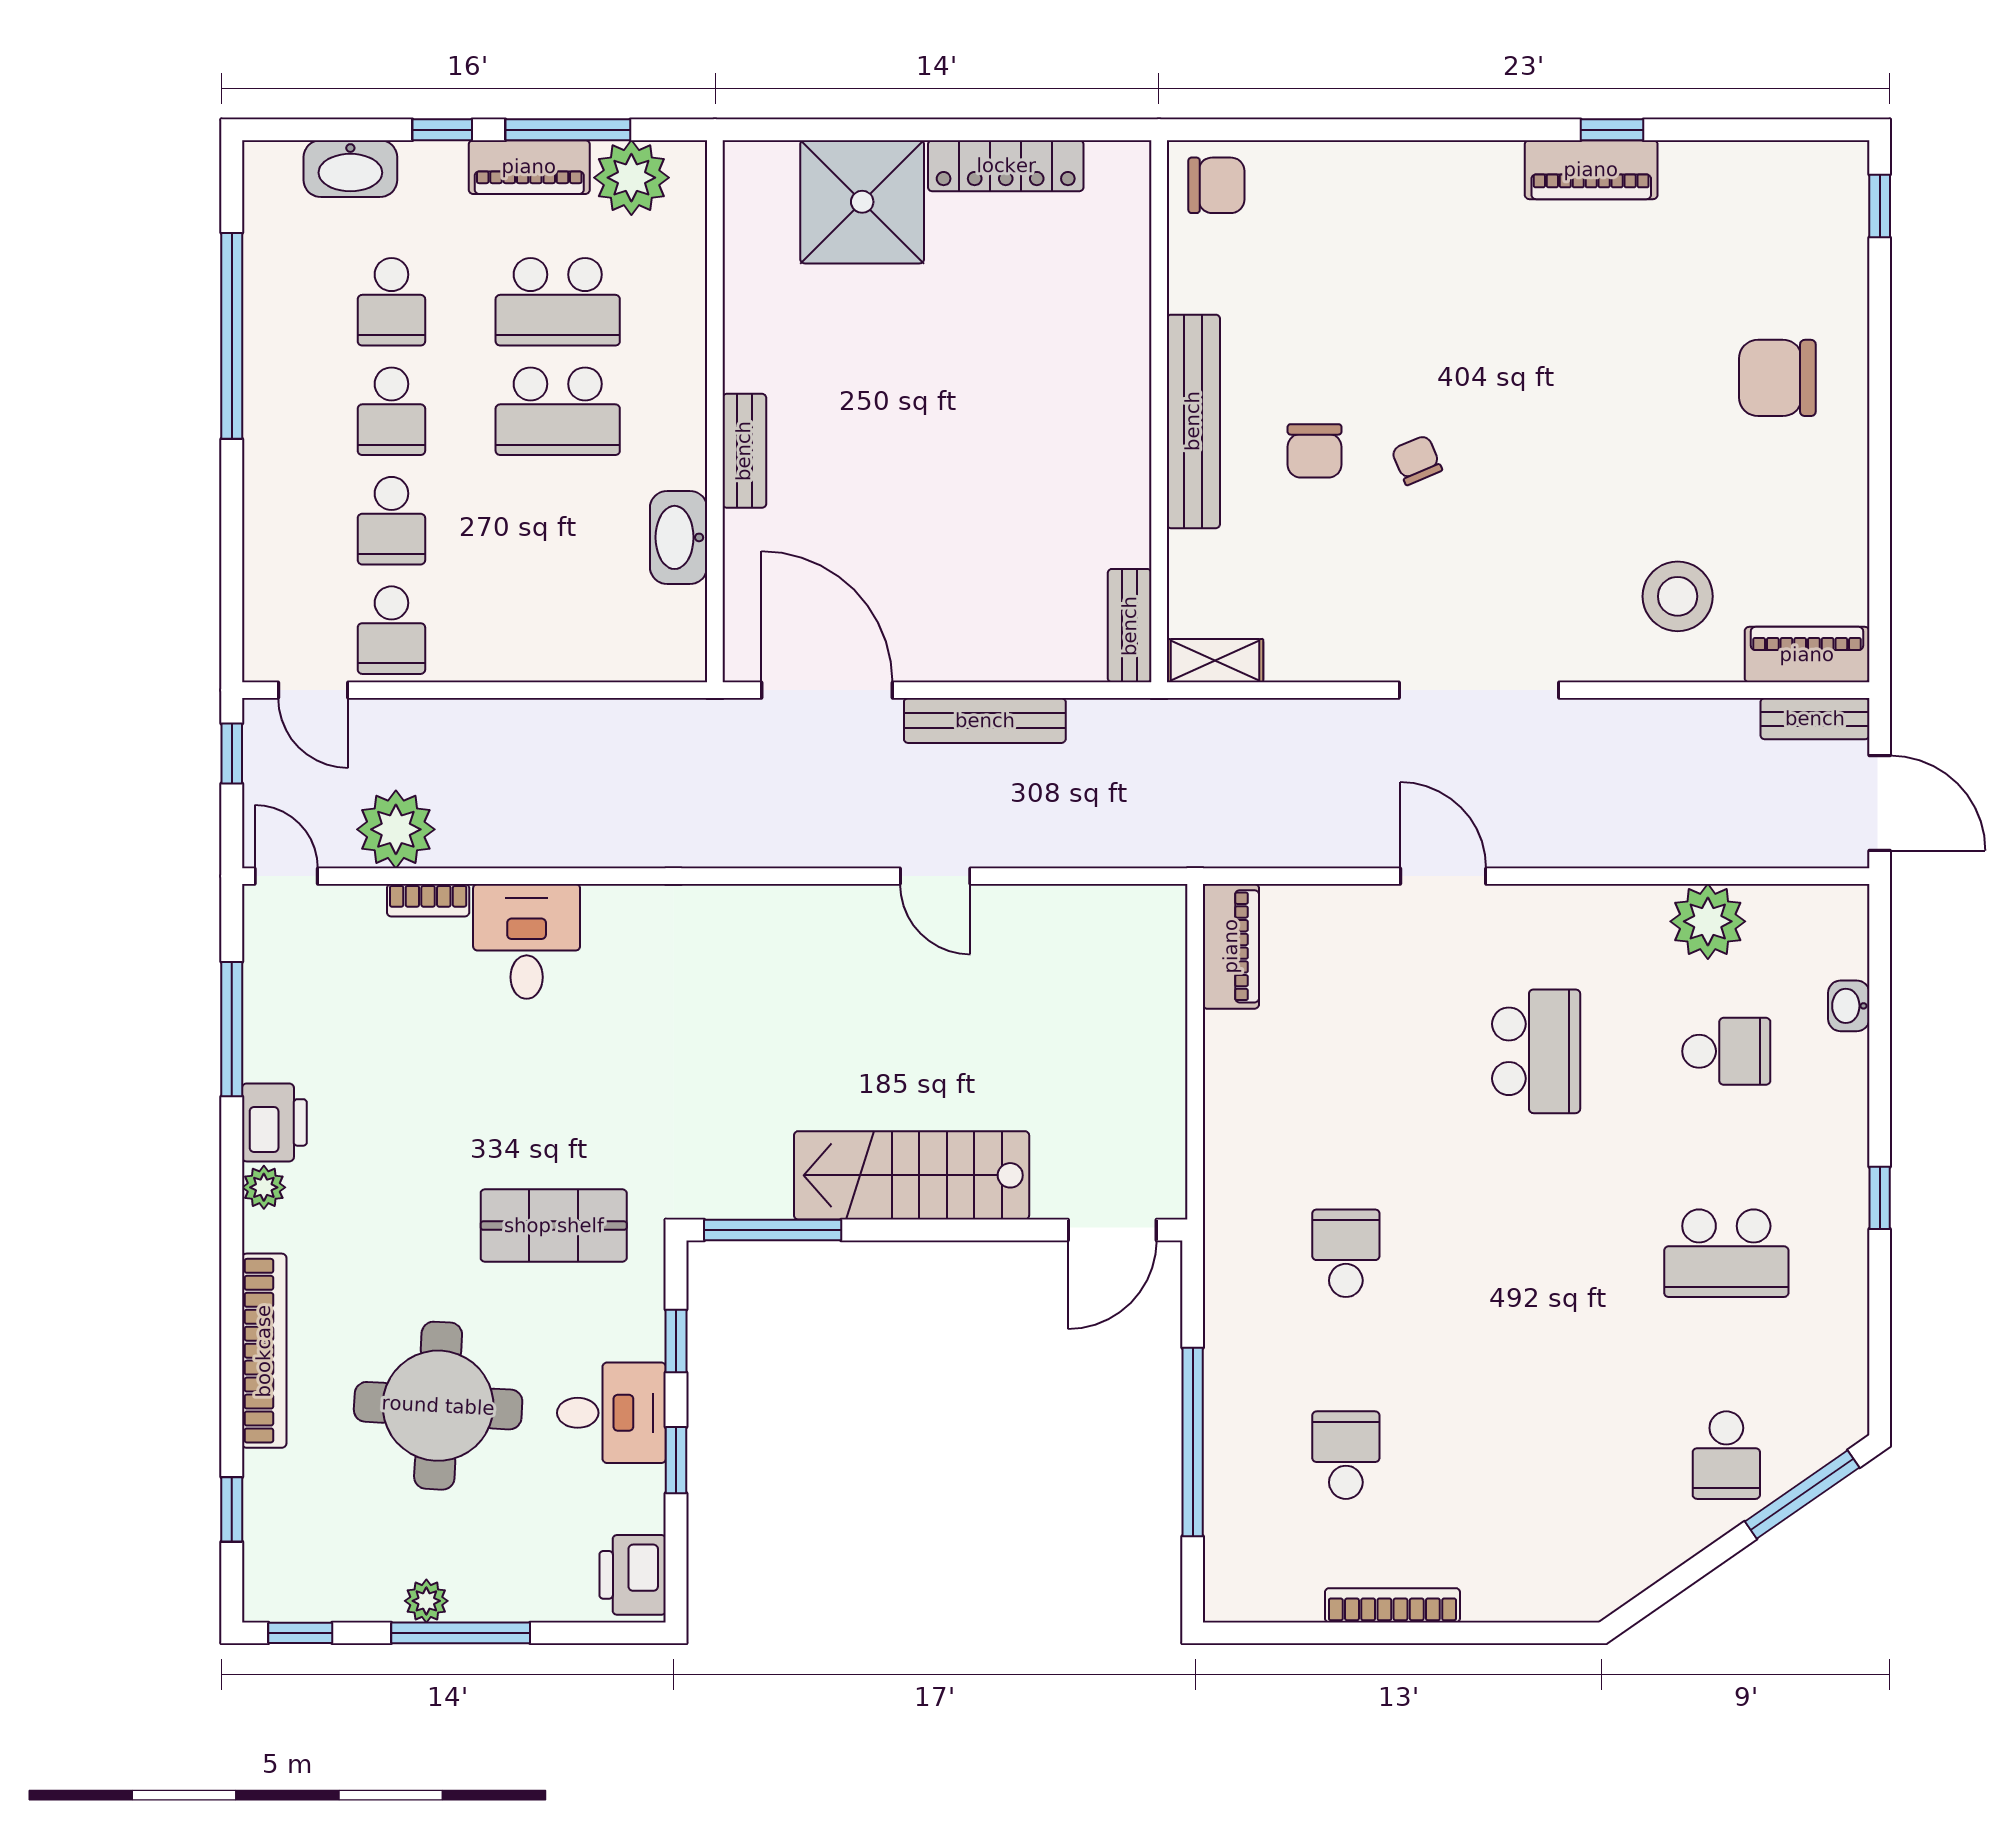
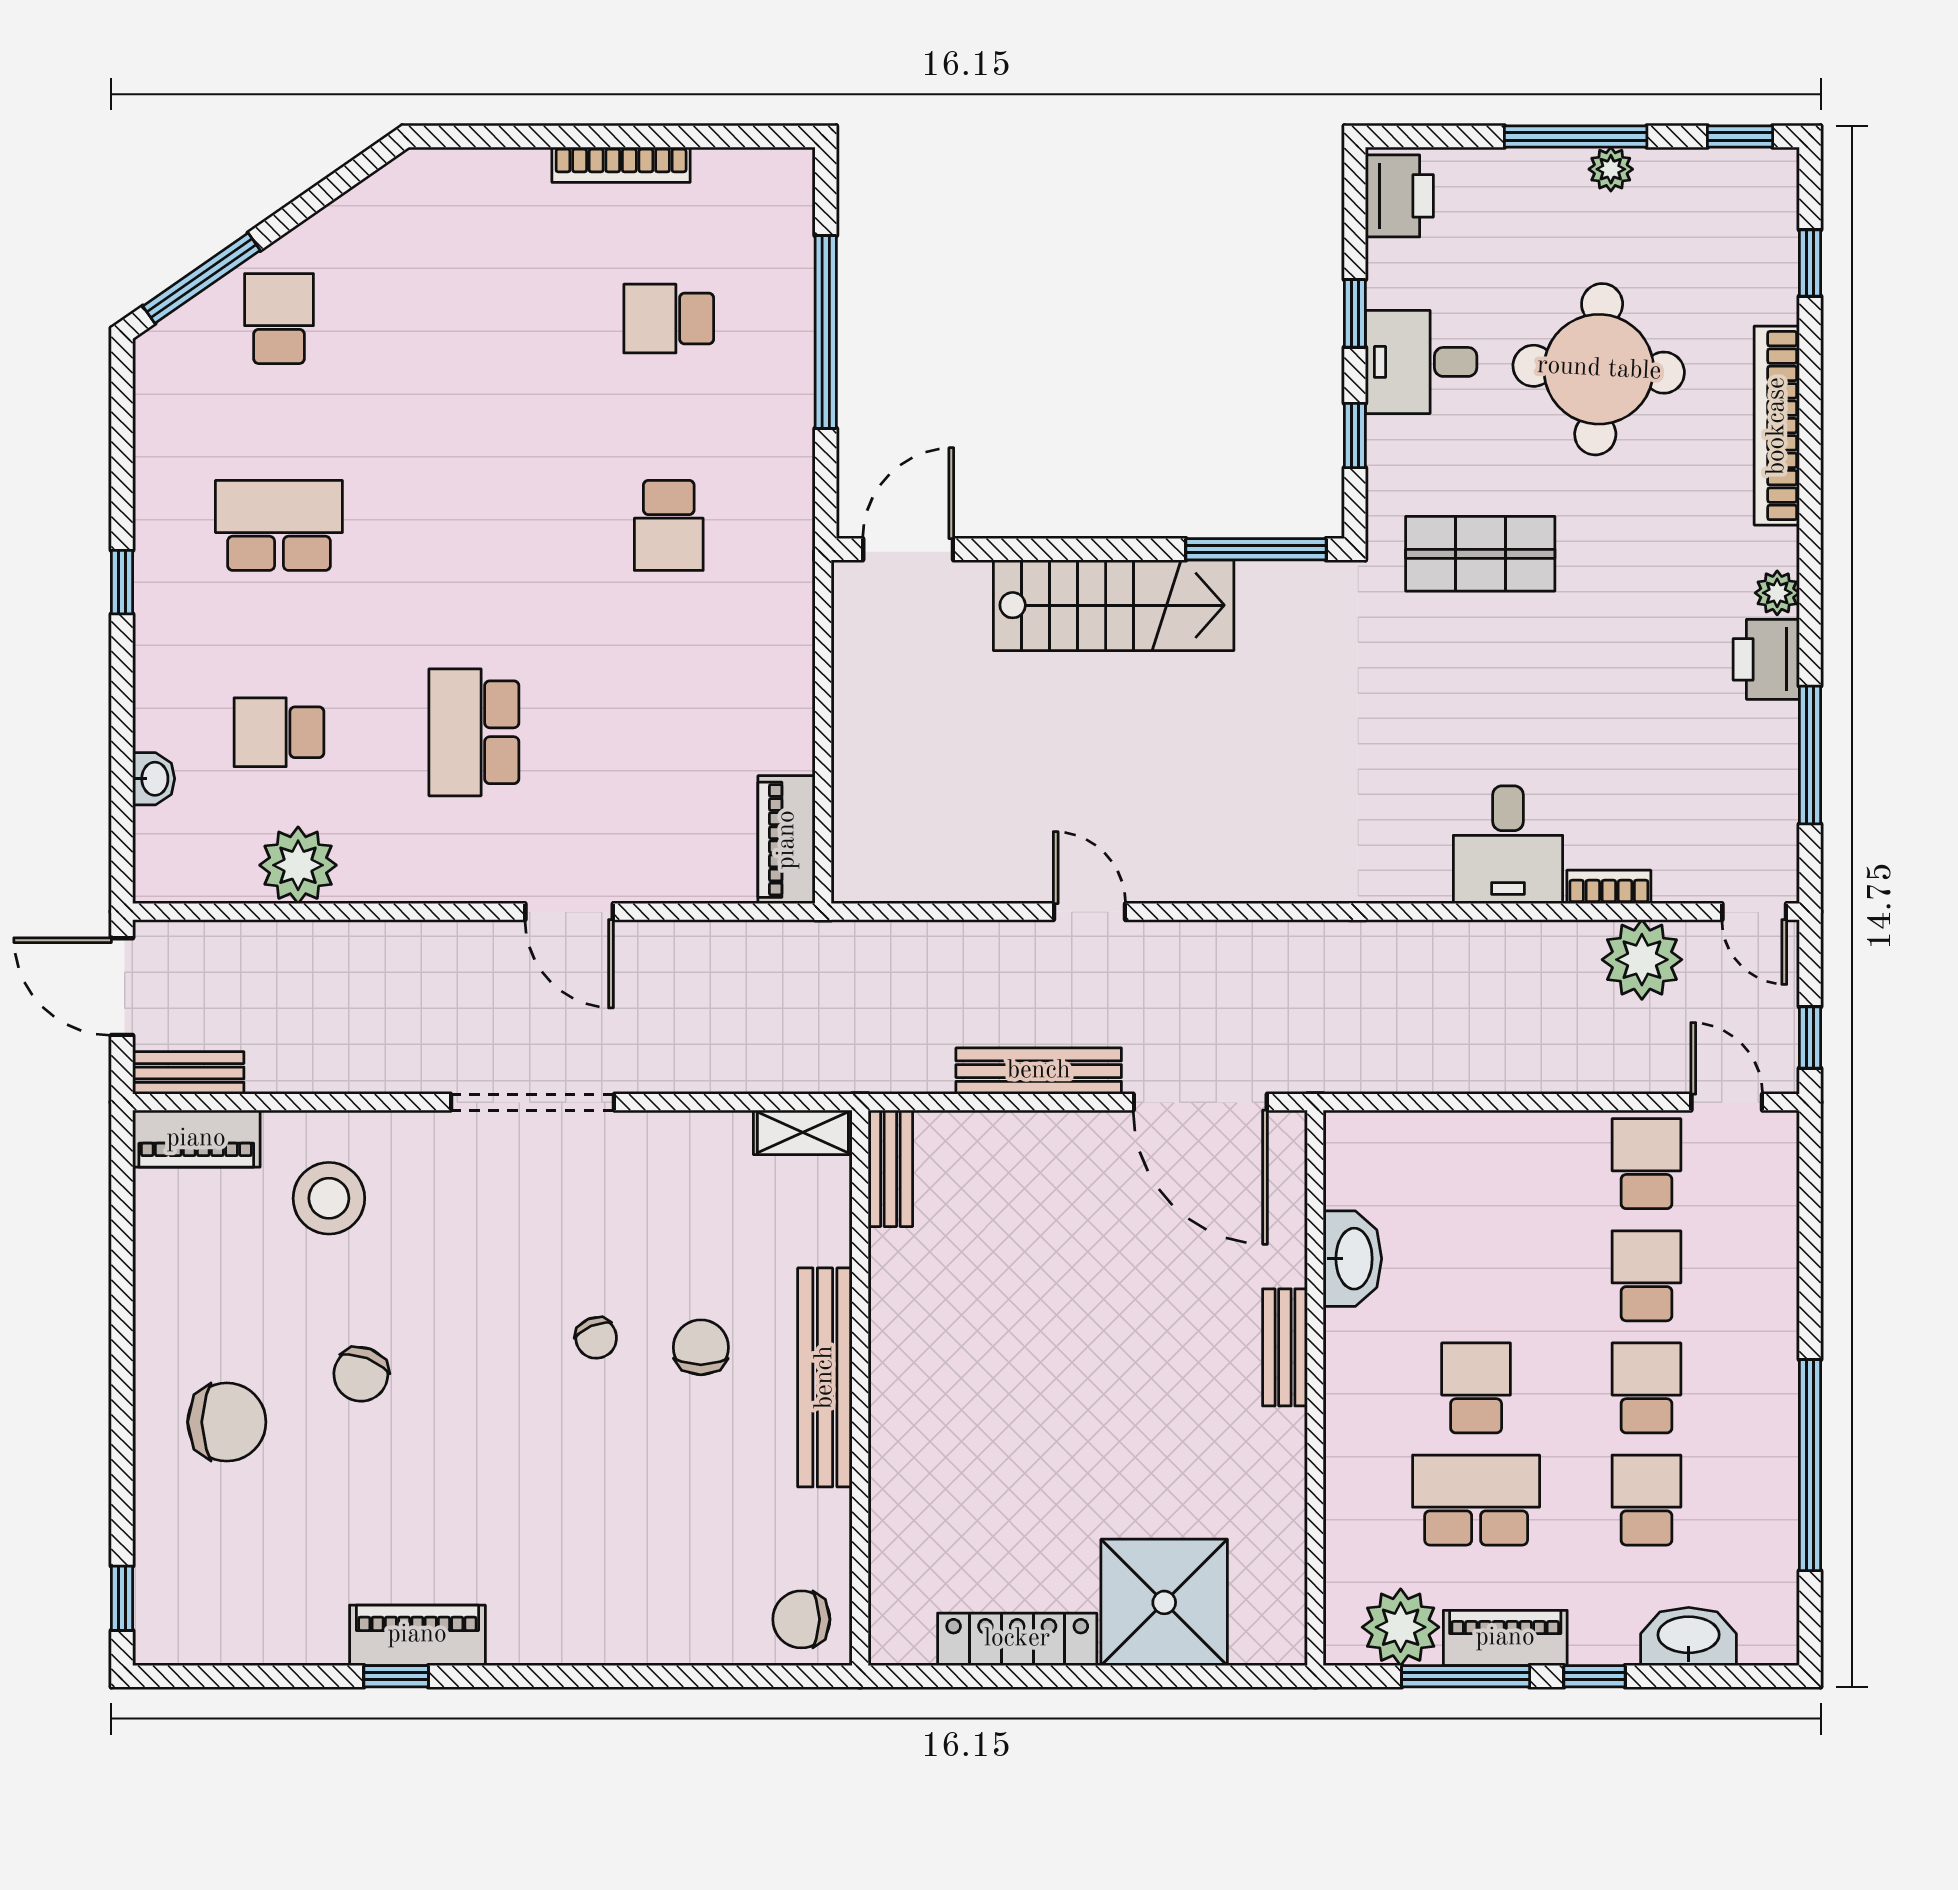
school desk: (558, 411) -> (1476, 1388), width x0.54
chair: (1646, 425) -> (361, 1374), added
school desk: (1346, 1455) -> (669, 319), turned 90

